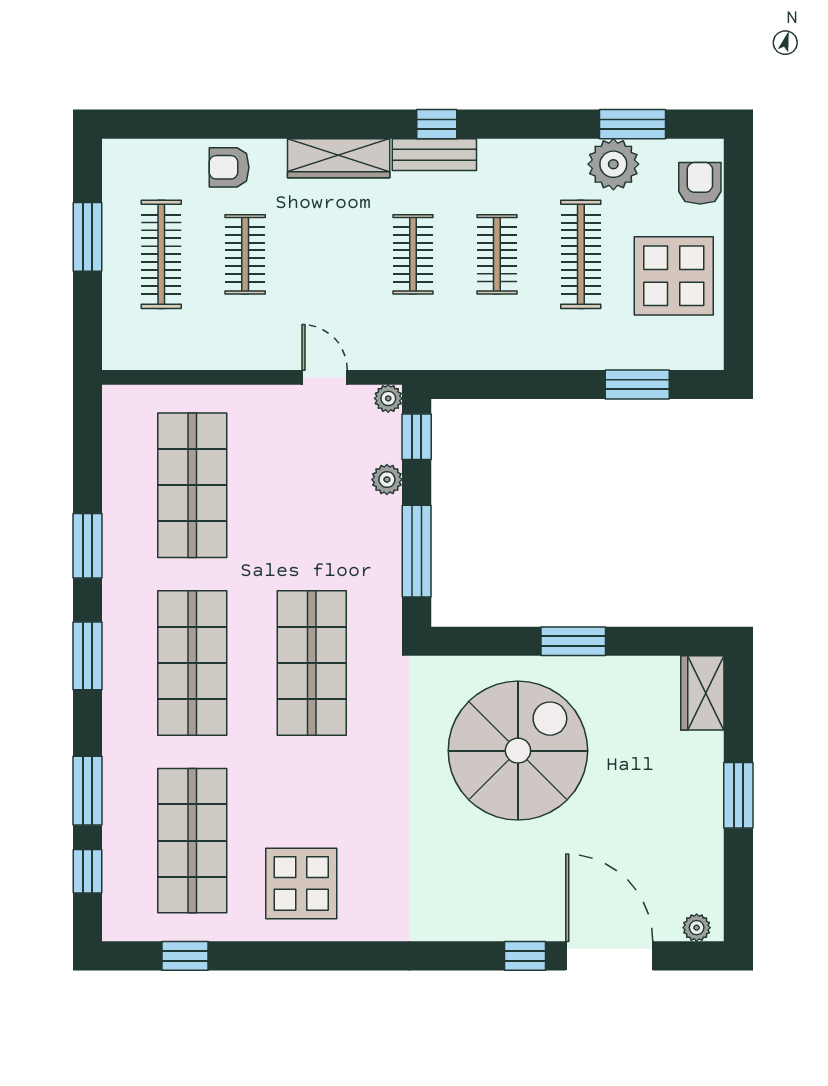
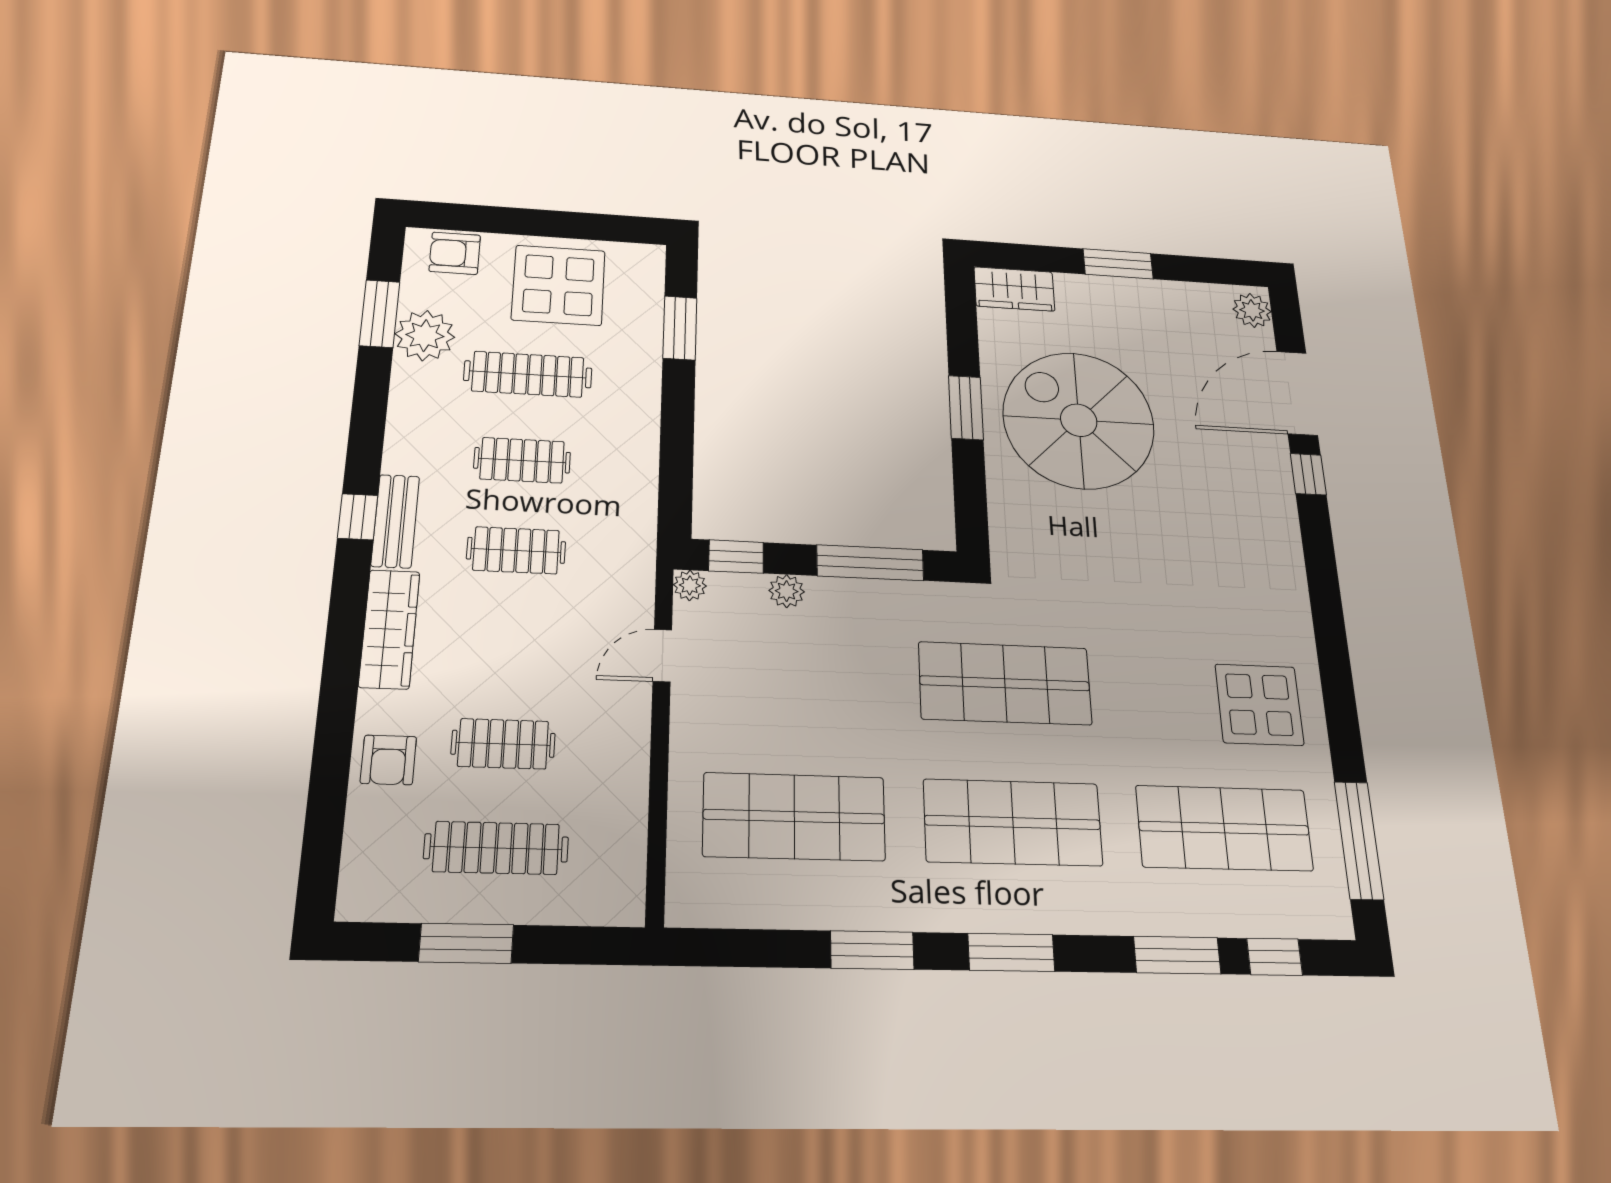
spiral stairs: (518, 751) -> (1079, 420), moved
plant: (697, 928) -> (1252, 310), width x1.38, depth x1.38
window: (185, 956) -> (1359, 840), width x2.17

